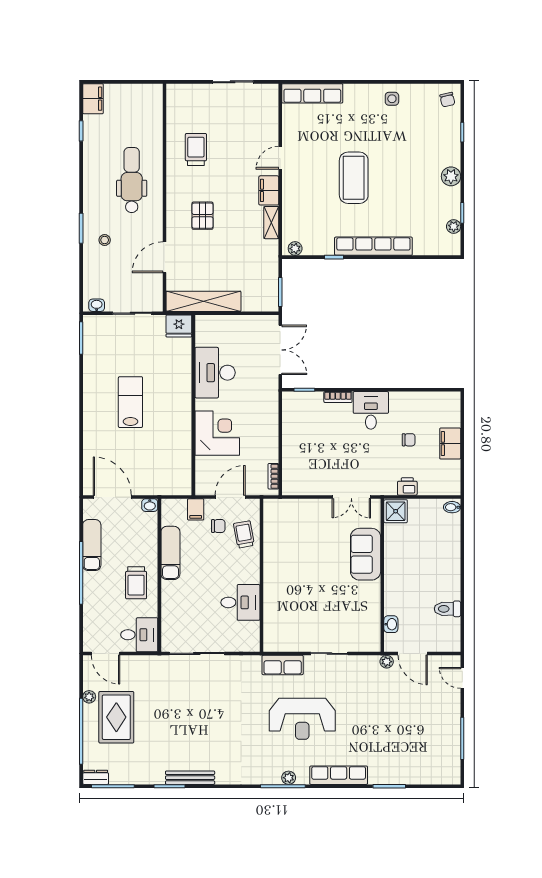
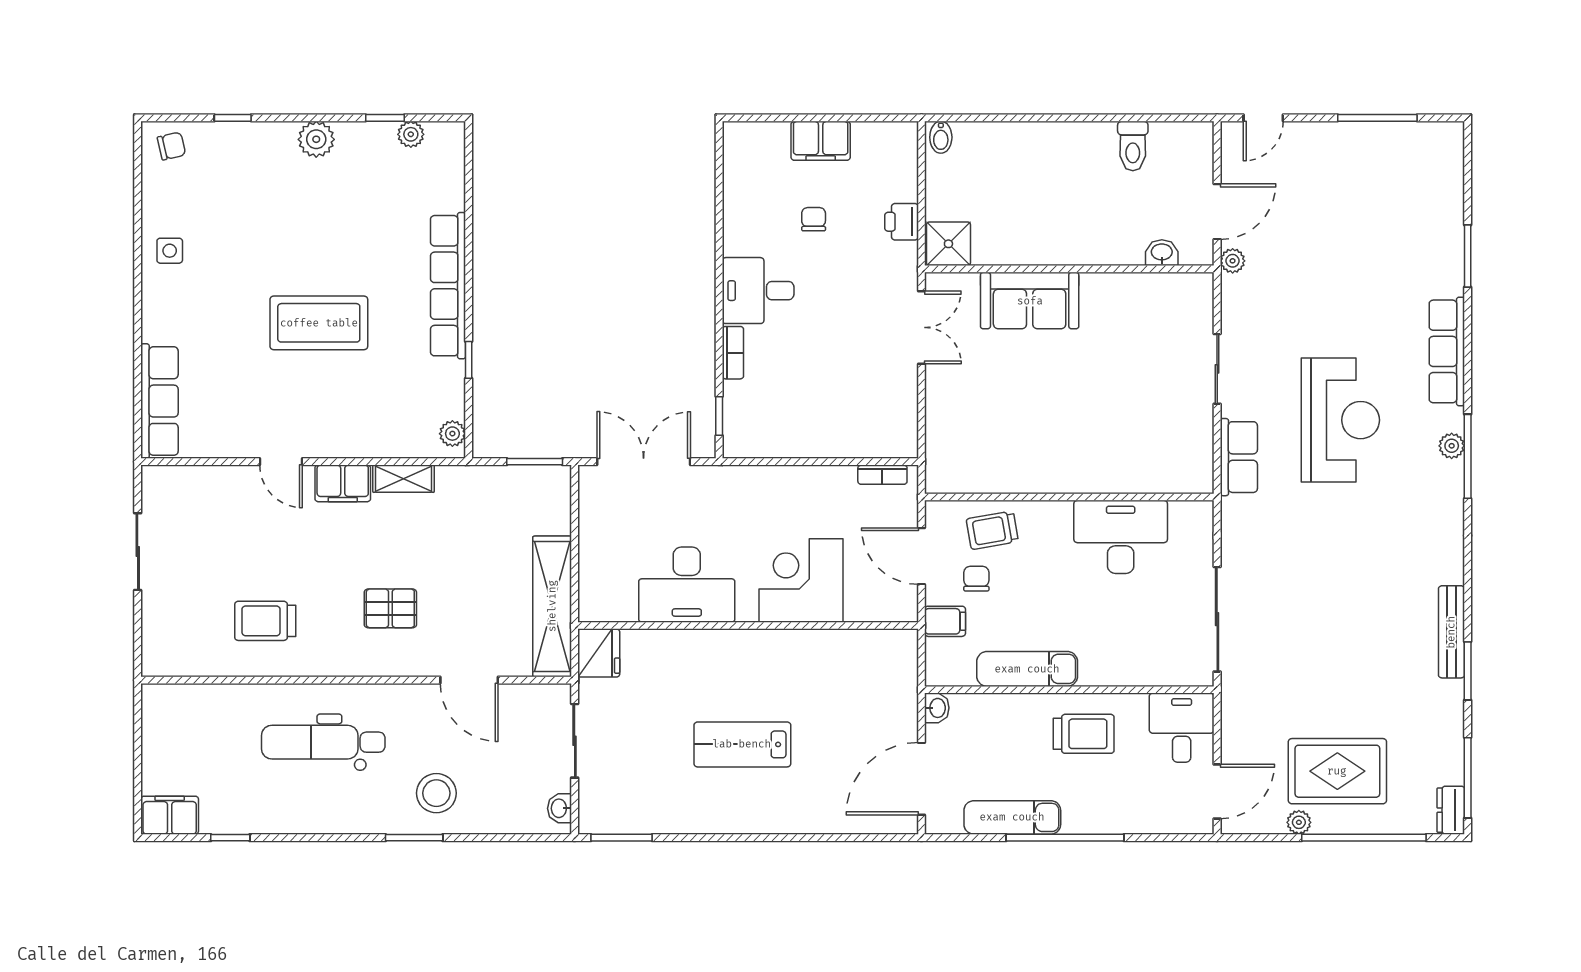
stool: (105, 240) -> (436, 793), width x1.89, depth x1.89
desk: (240, 602) -> (1121, 537), width x1.37

